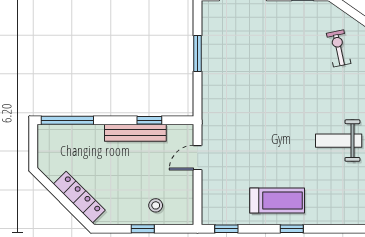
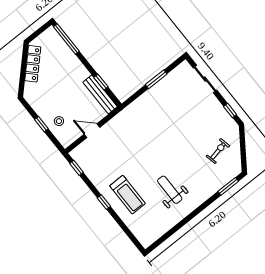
bench: (135, 133) -> (100, 94), moved
door: (198, 158) -> (92, 131), moved
locker: (79, 197) -> (33, 64), moved
treadmill: (277, 200) -> (128, 195), moved

